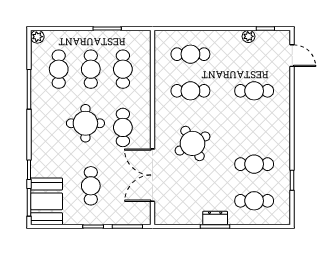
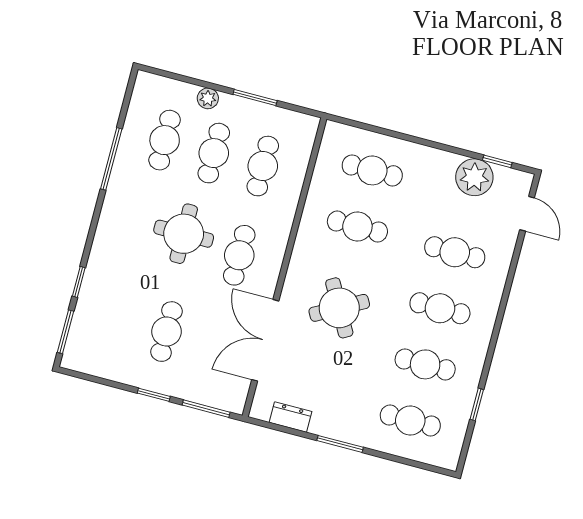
plant: (248, 36) -> (474, 177), width x1.87, depth x1.87
plant: (37, 37) -> (208, 98), moved
cafe table: (254, 127) -> (440, 308), added
booth: (47, 201) -> (92, 337), removed
dresser: (215, 218) -> (290, 417), moved

